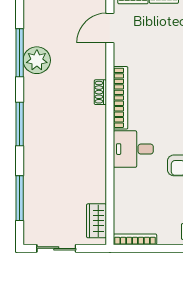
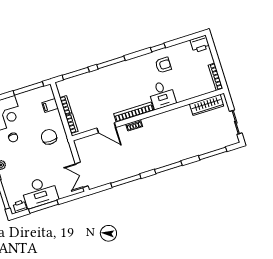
door: (110, 28) -> (106, 128), moved
plant: (37, 60) -> (127, 169), removed
wardrobe: (96, 221) -> (207, 105), width x1.50

